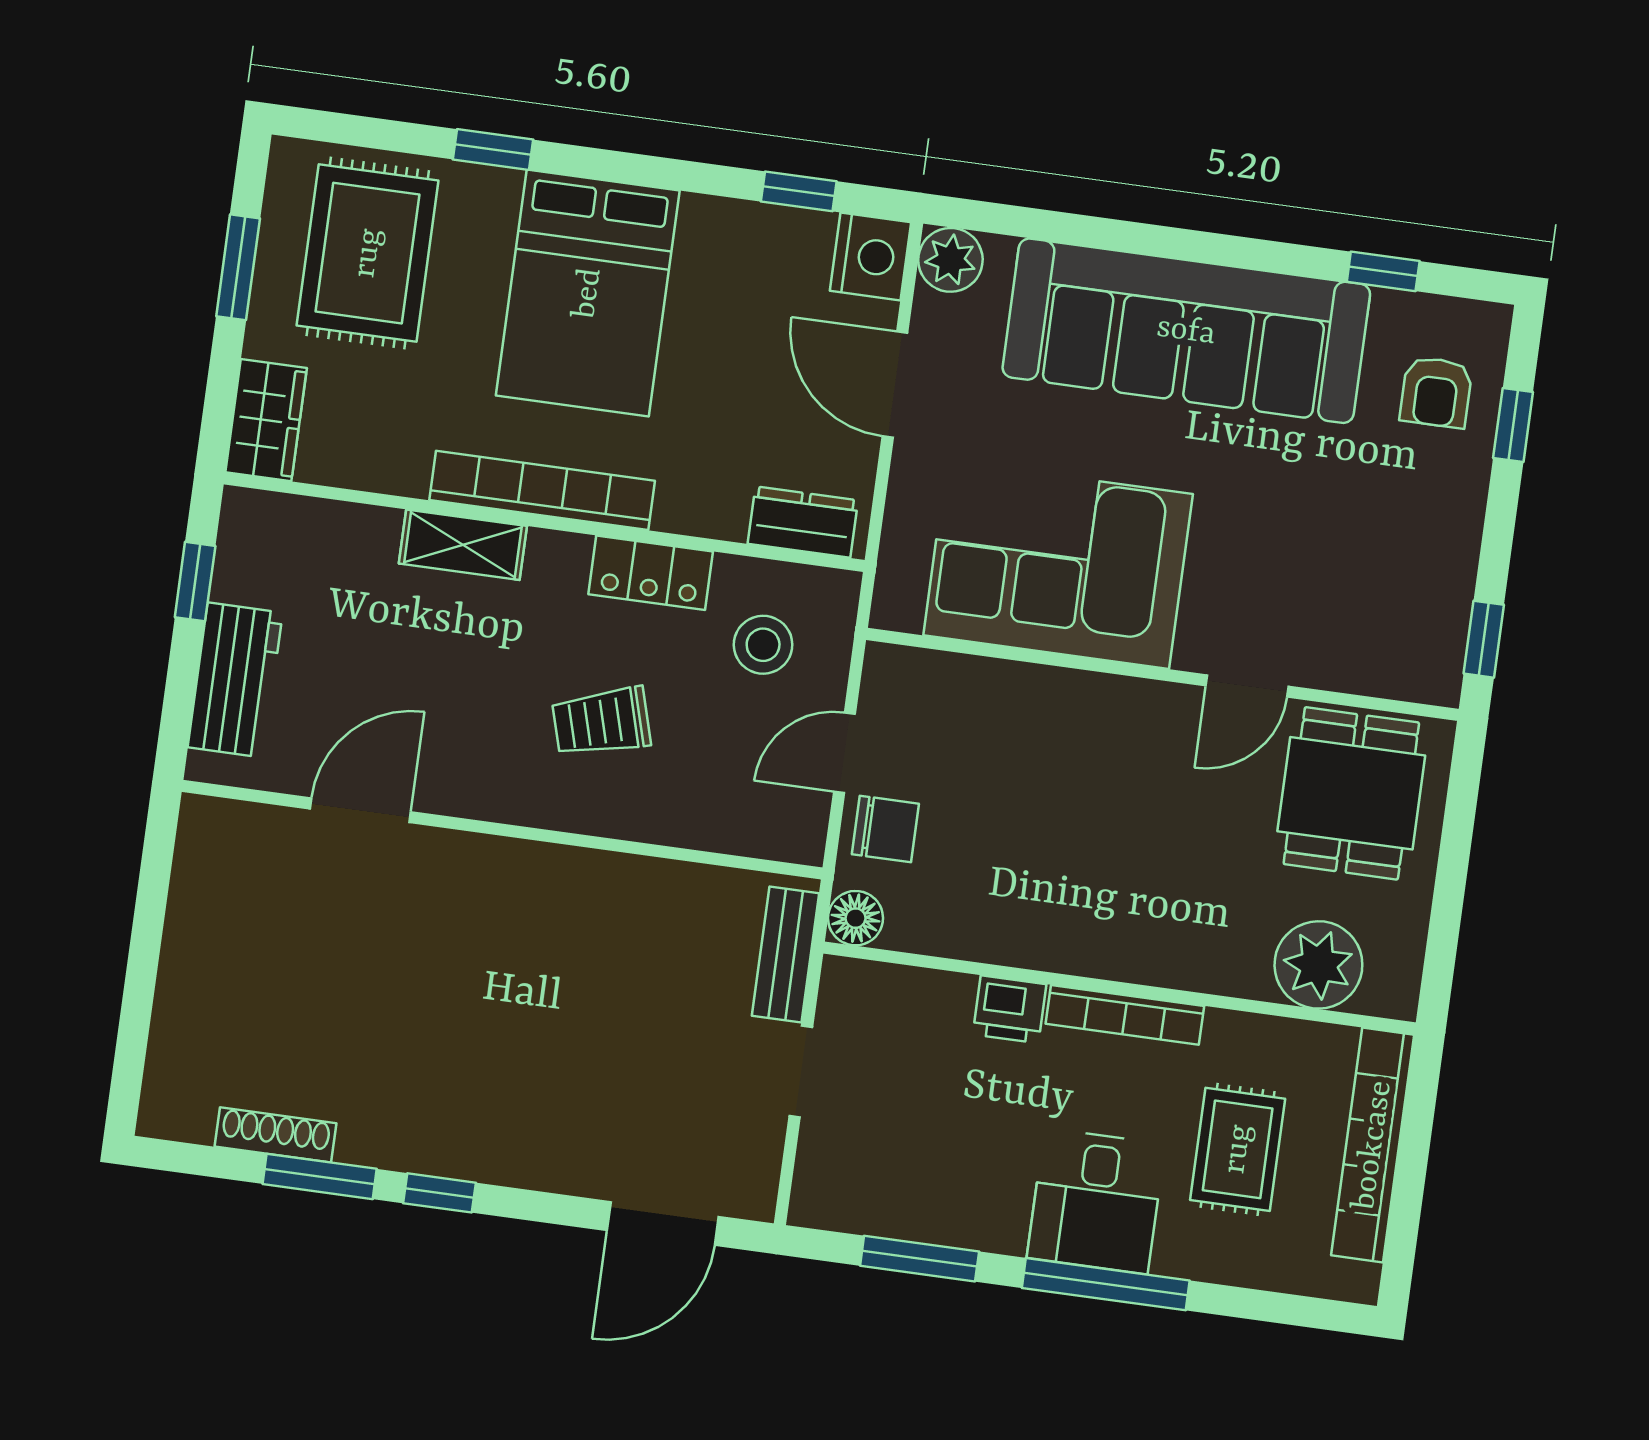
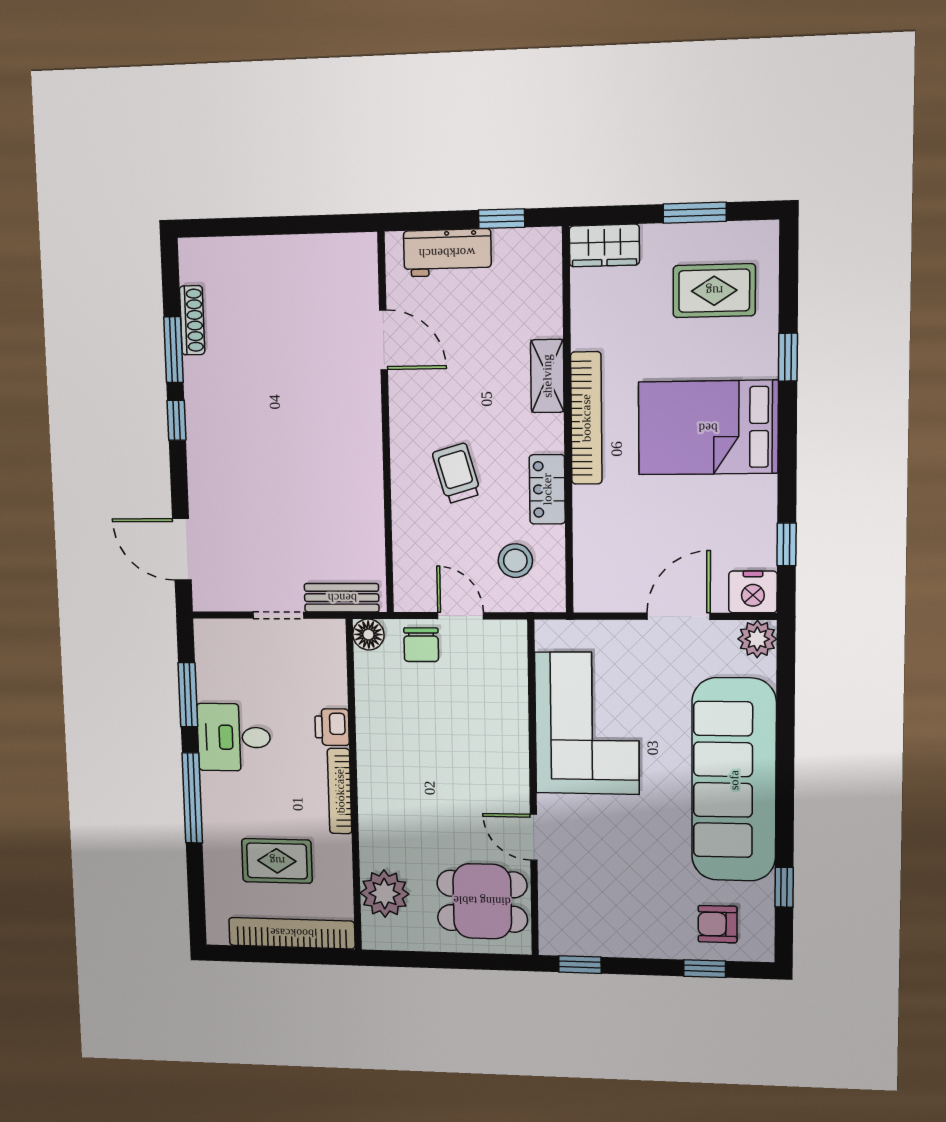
rug: (368, 253) -> (714, 291), width x0.73, depth x0.70
dresser: (803, 522) -> (590, 574), removed
desk: (1096, 1201) -> (234, 737), moved

